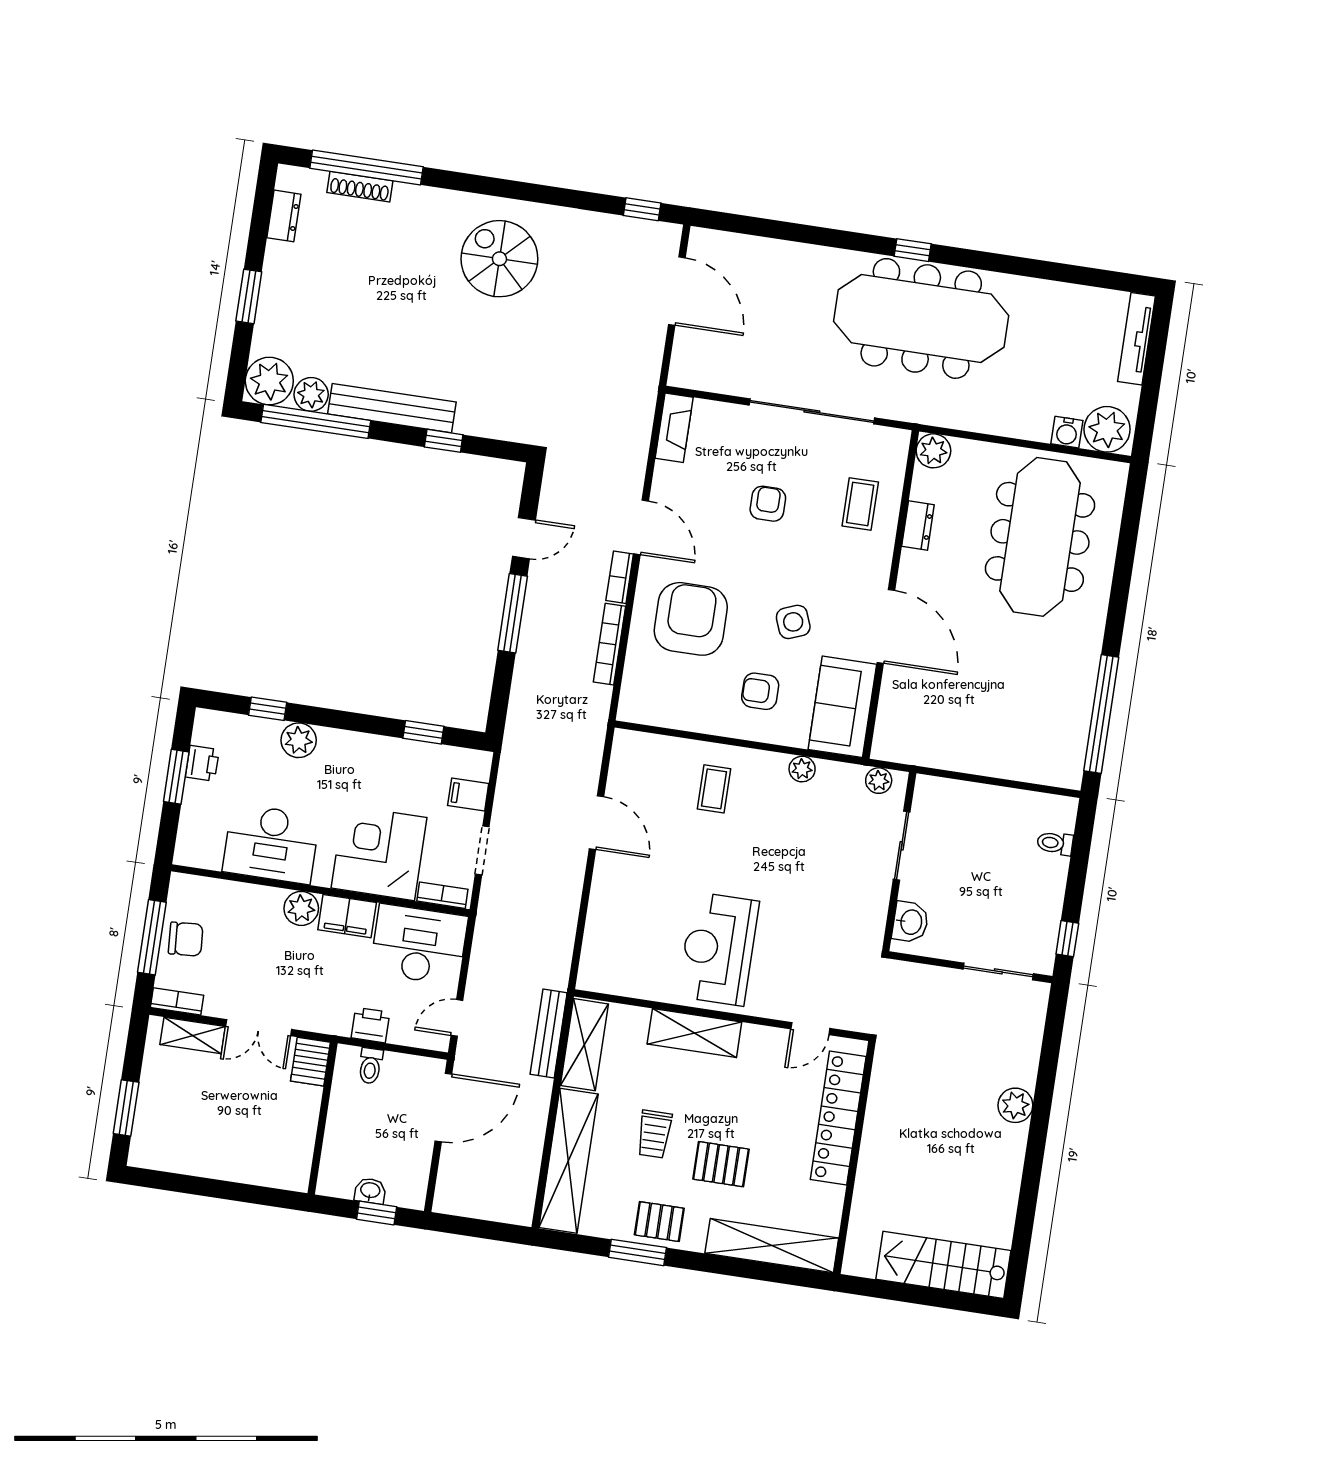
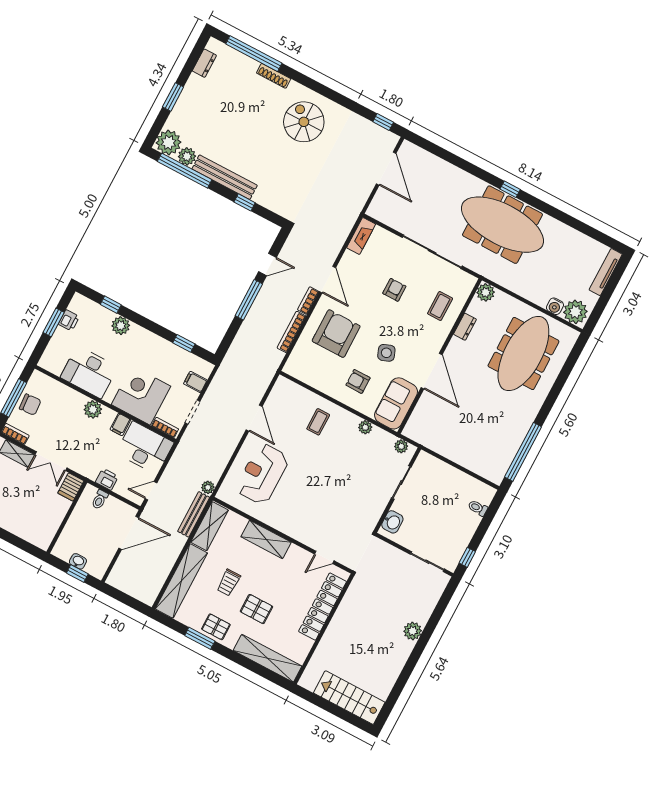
shoe rack: (360, 187) -> (274, 76), moved
filing cabinet: (347, 916) -> (120, 425), width x0.50
reception desk: (718, 949) -> (262, 474), moved
plant: (557, 976) -> (208, 487), added

